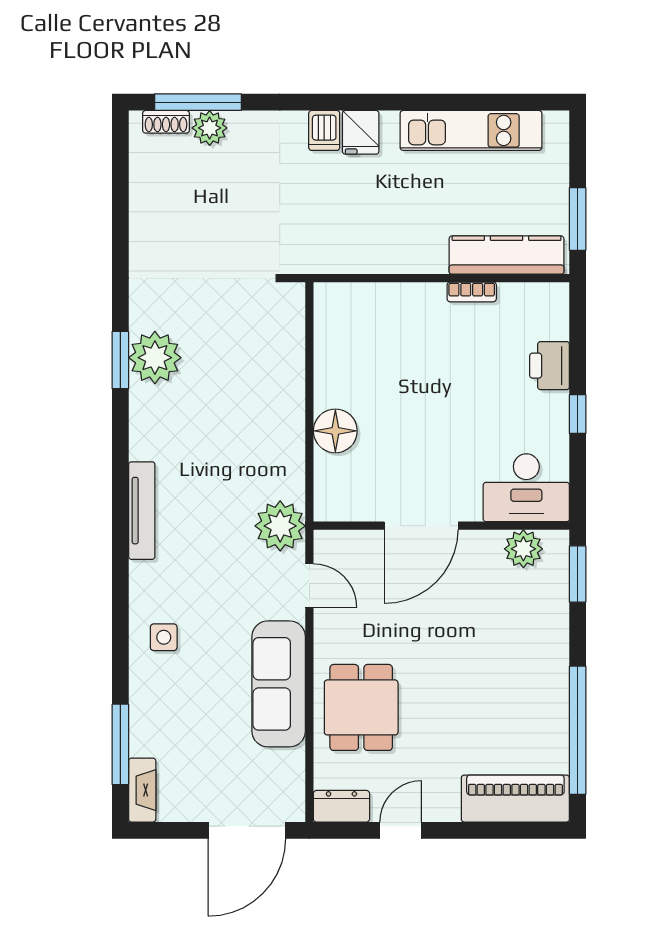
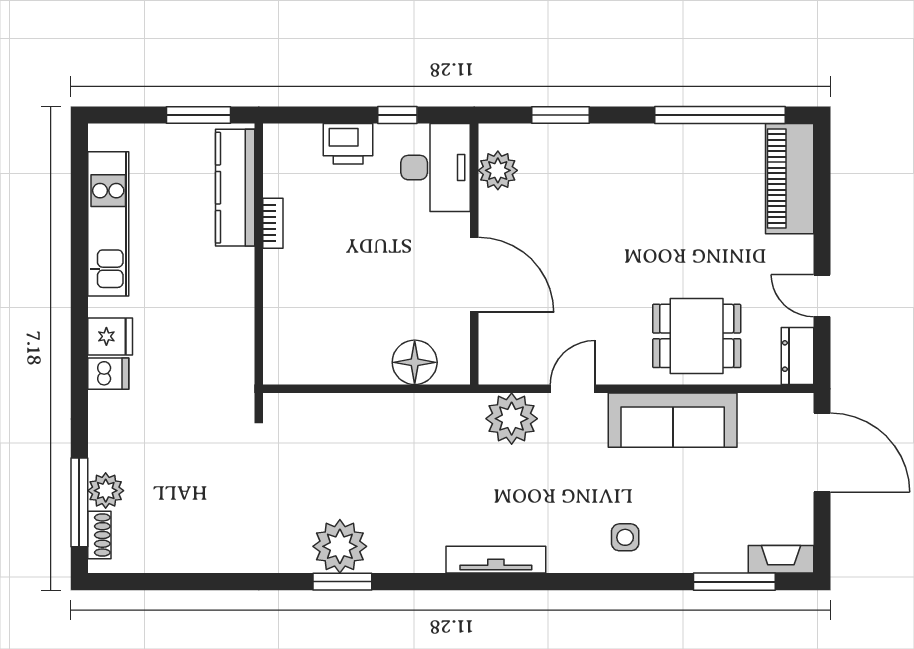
desk: (526, 488) -> (436, 168), moved
door: (421, 526) -> (474, 275), moved
wall: (441, 526) -> (474, 254), moved
plant: (523, 549) -> (498, 170), moved

